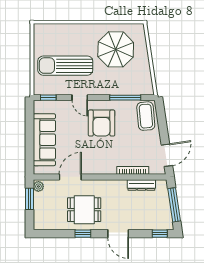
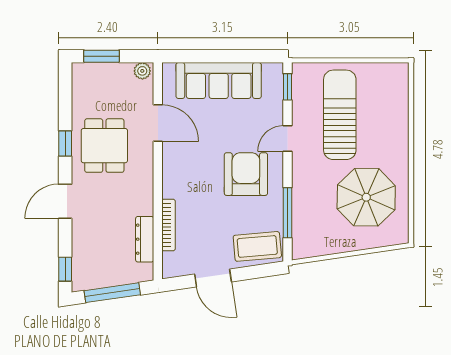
armchair: (102, 123) -> (246, 174), turned 90
door: (167, 155) -> (213, 278), moved
window: (29, 199) -> (102, 56), moved

